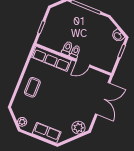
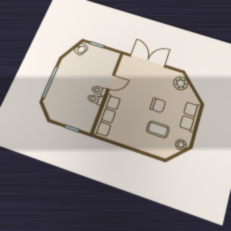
door: (83, 63) -> (111, 82), hinge flipped
coffee table: (32, 87) -> (158, 129), moved
chair: (59, 105) -> (158, 105), added

